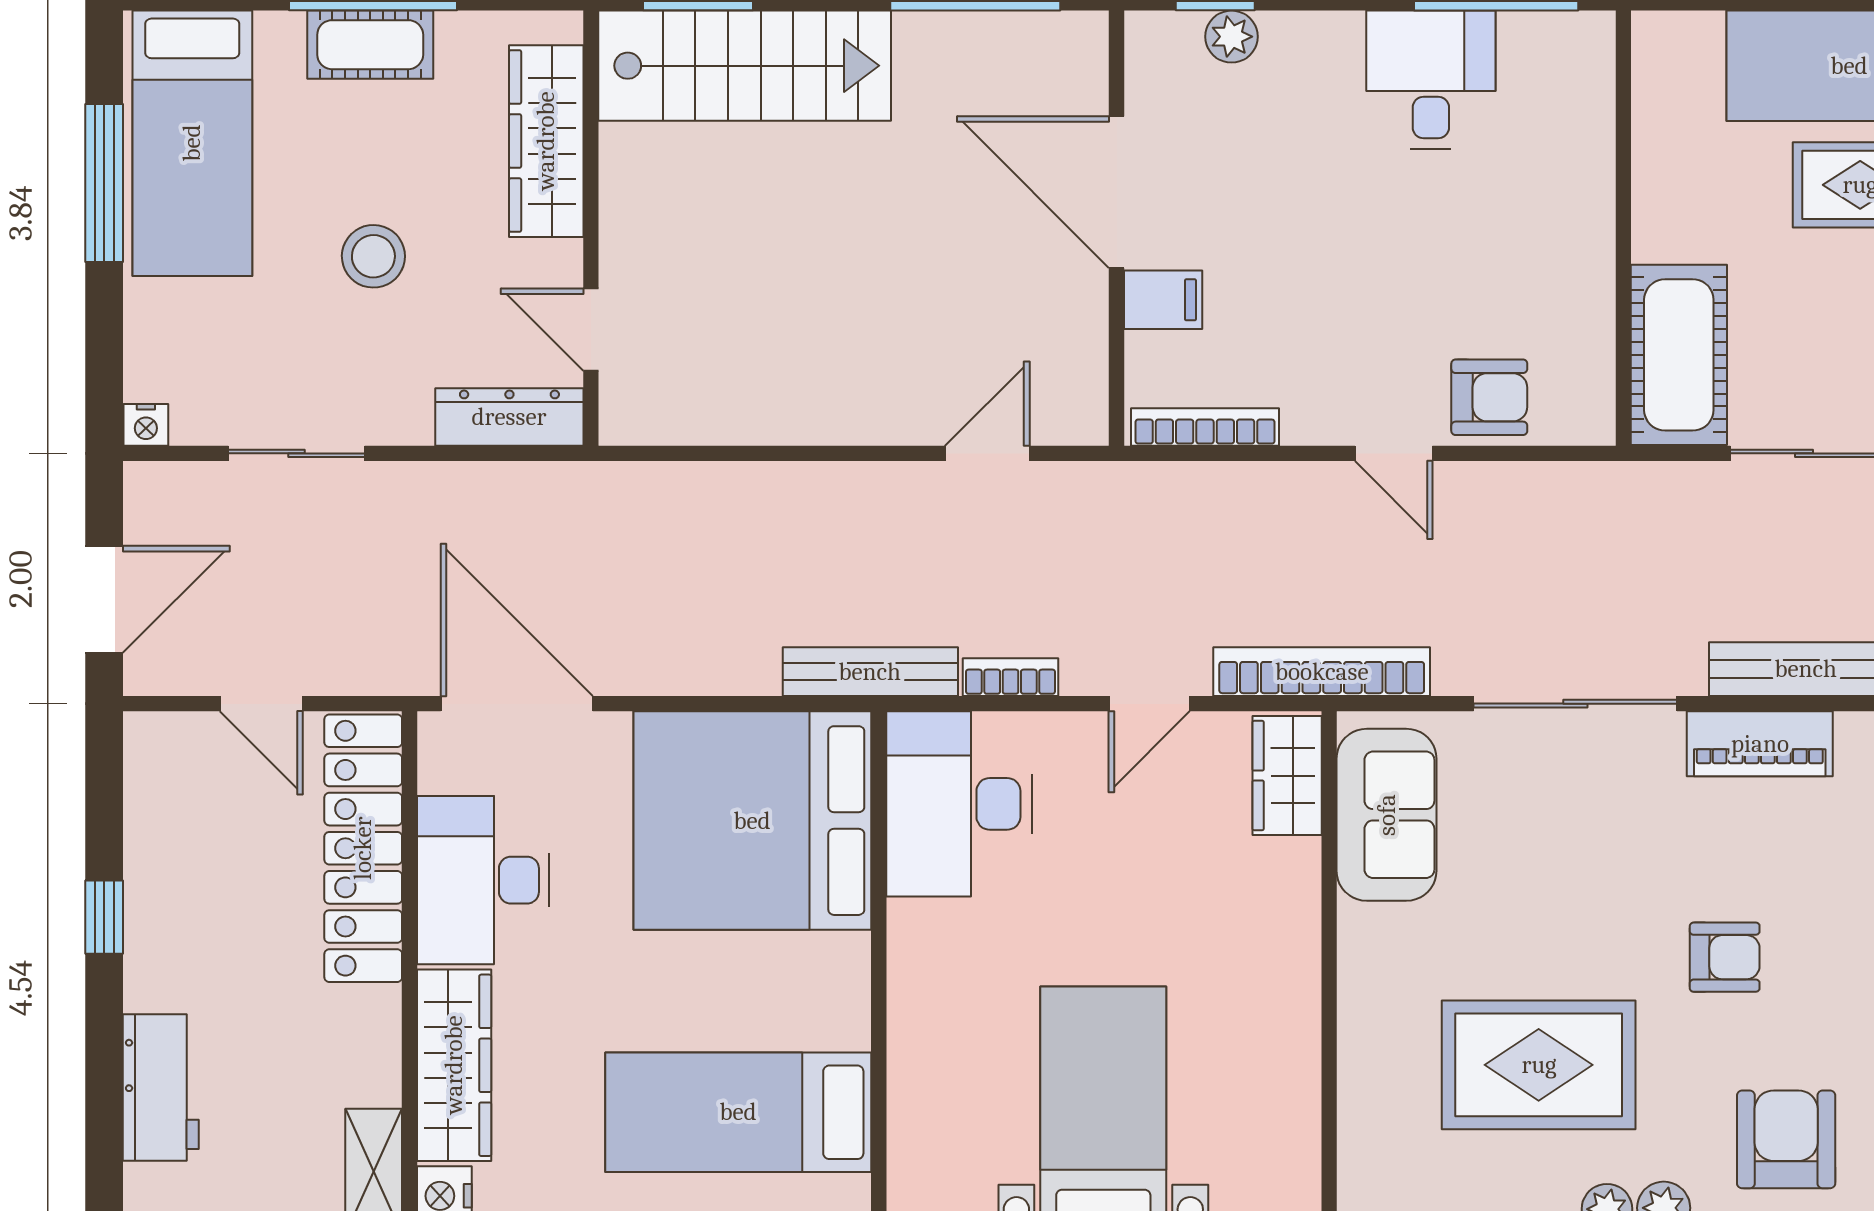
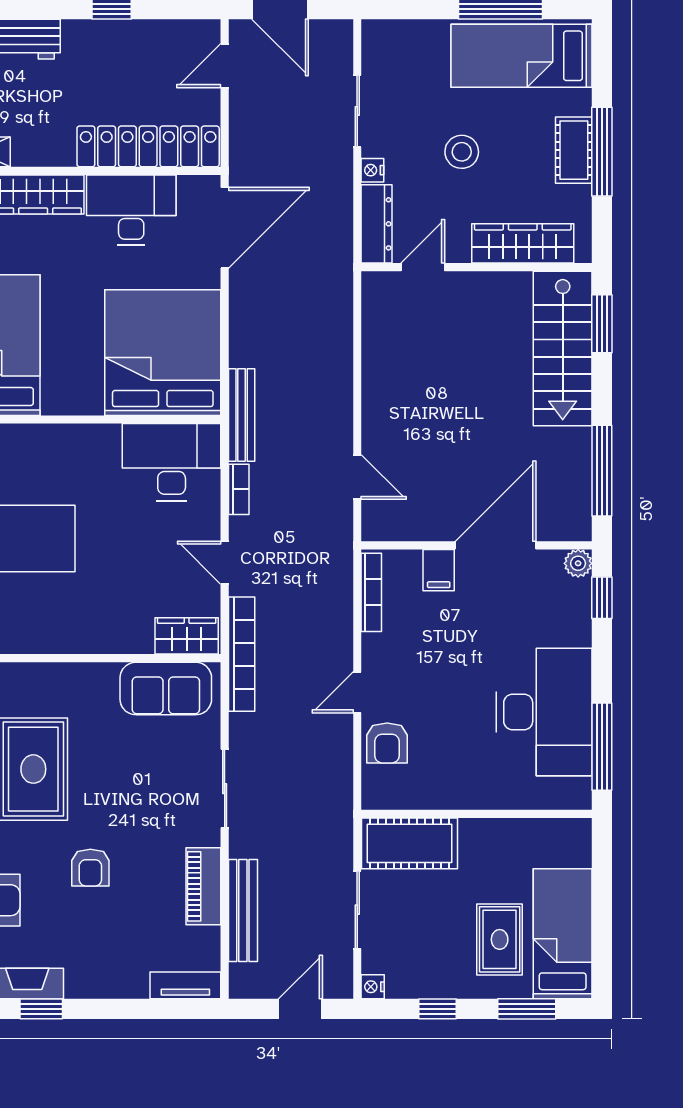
plant: (1232, 37) -> (578, 563), moved
desk: (1431, 80) -> (544, 712), width x1.87, depth x1.30
nightstand: (146, 425) -> (372, 170), moved
door: (261, 704) -> (225, 66), moved
sliding door: (1575, 704) -> (225, 789), width x0.73

